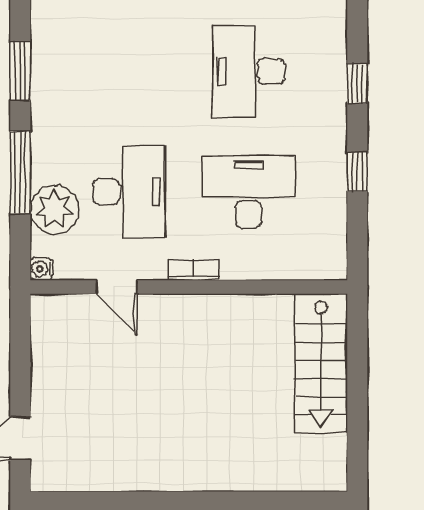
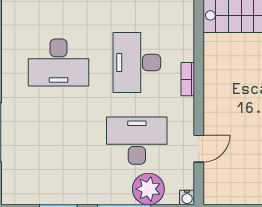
bookcase: (194, 270) -> (188, 79), moved

